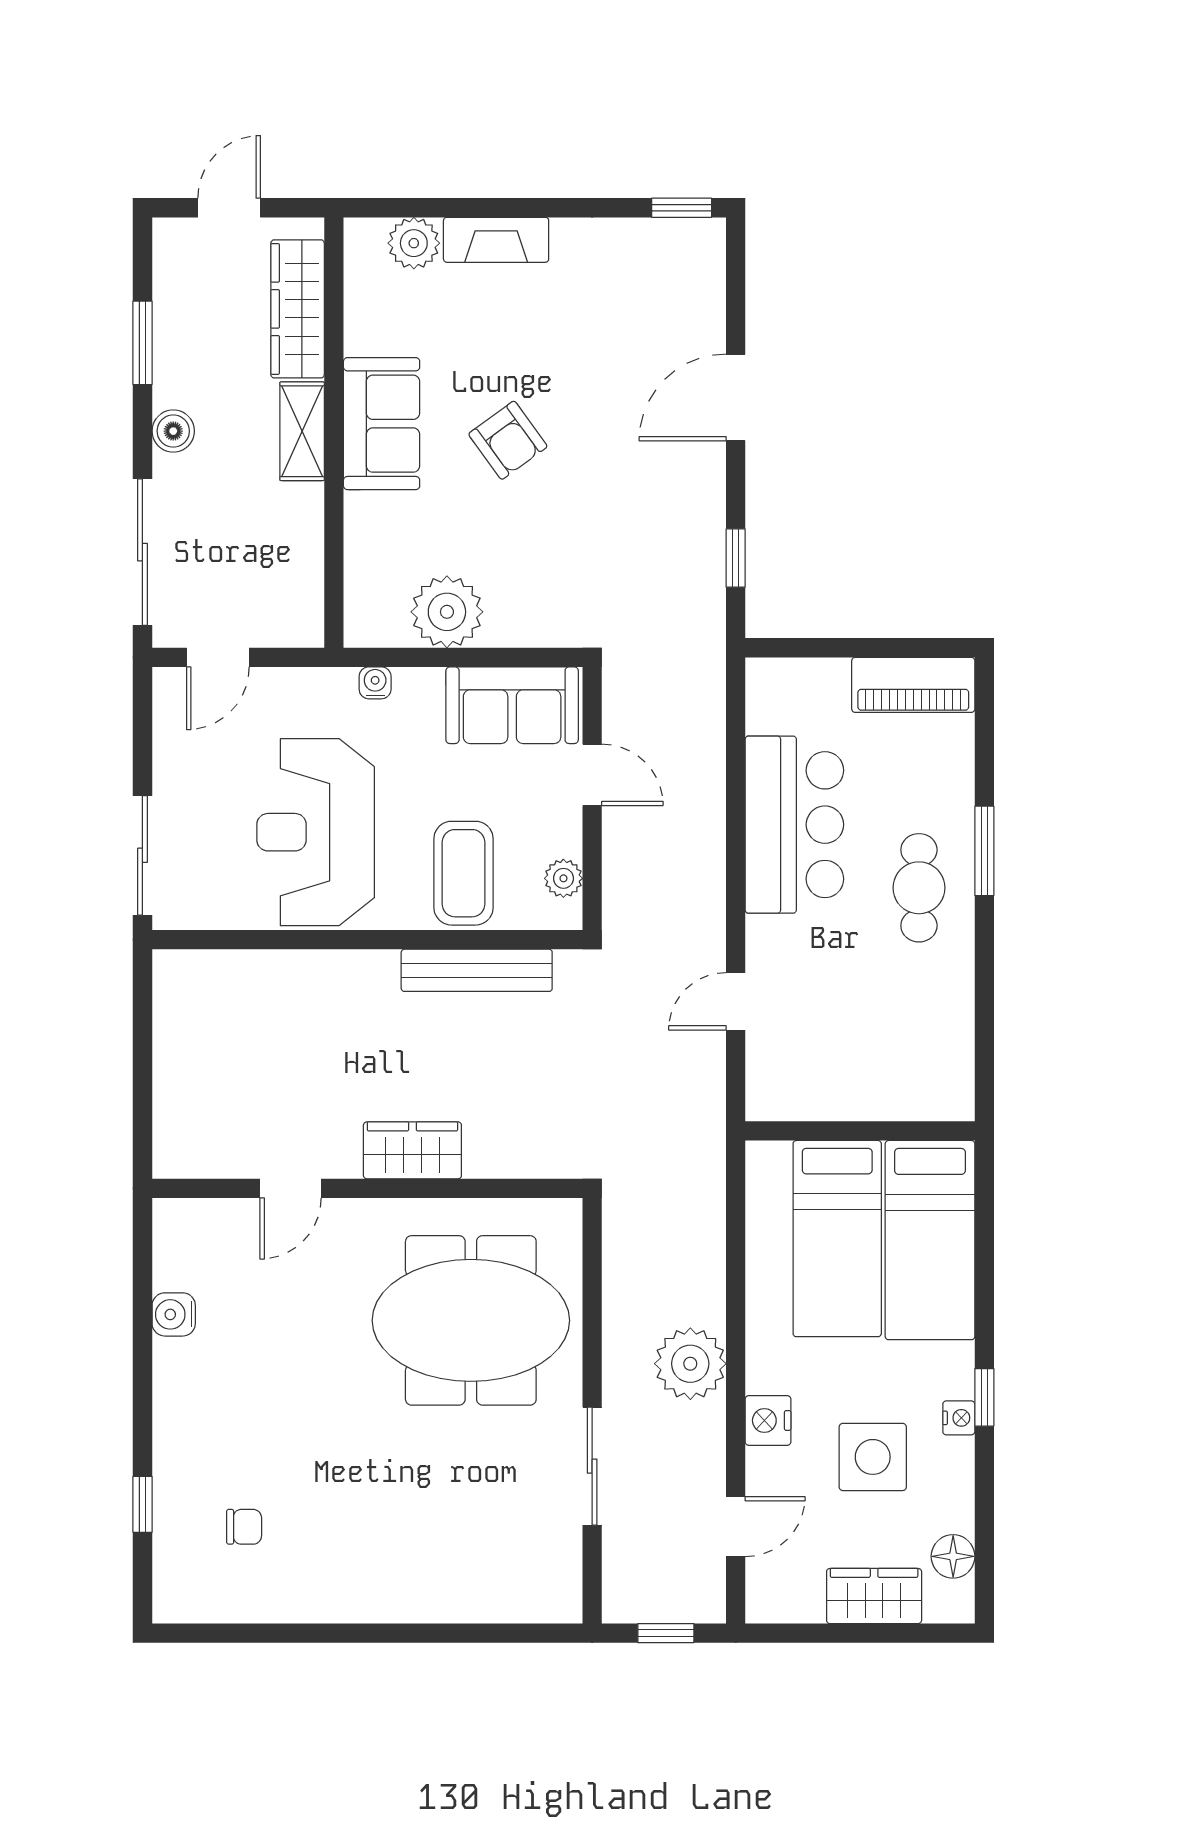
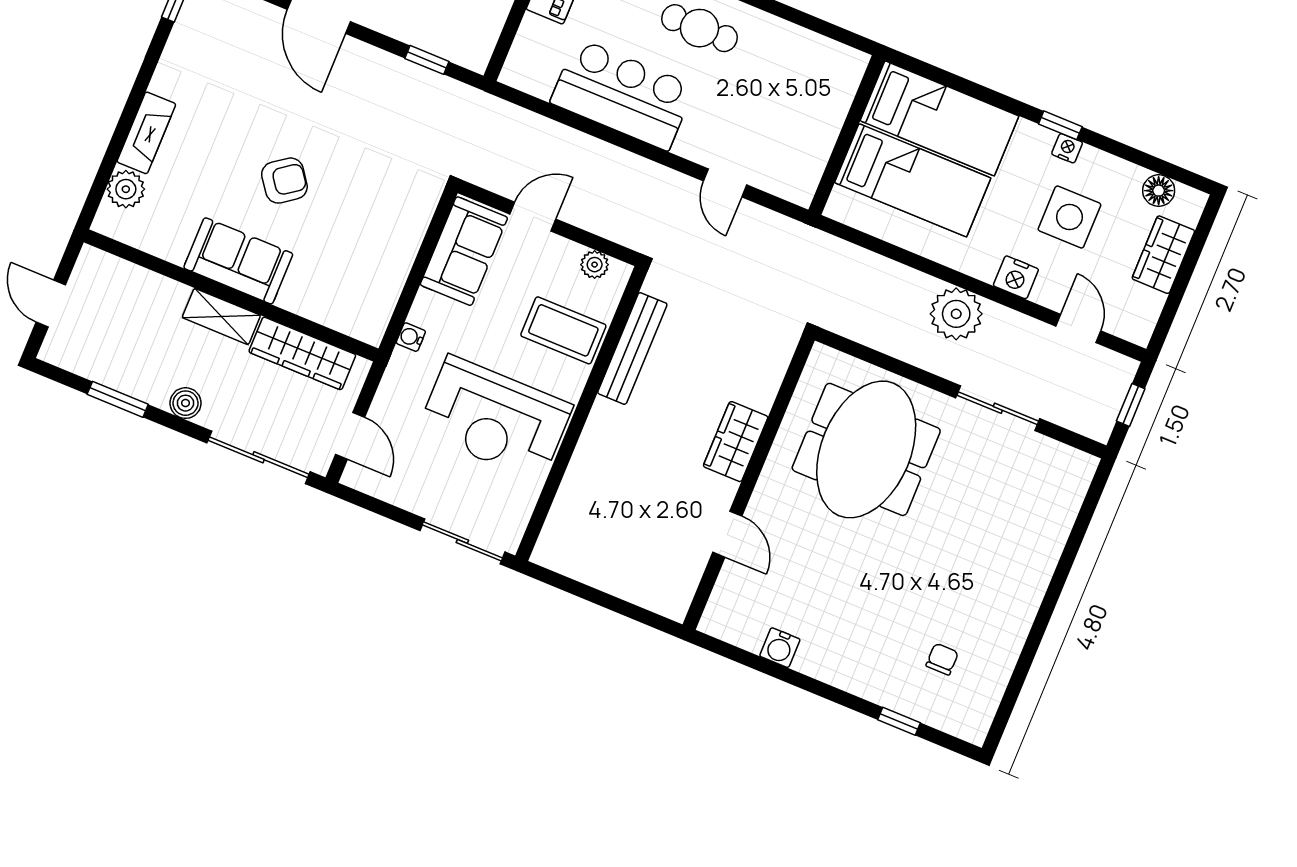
wardrobe: (298, 309) -> (302, 353), moved
plant: (447, 612) -> (383, 269), removed

